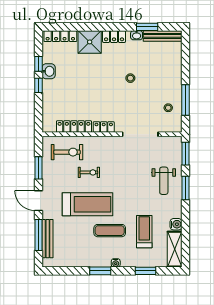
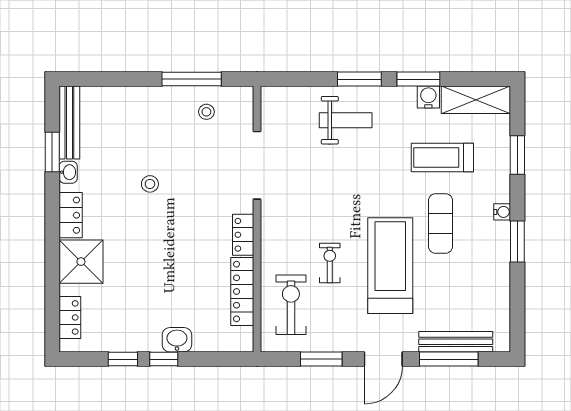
locker: (60, 36) -> (70, 317), width x0.66
washbasin: (49, 71) -> (177, 340), moved
window: (185, 154) -> (418, 79), moved

